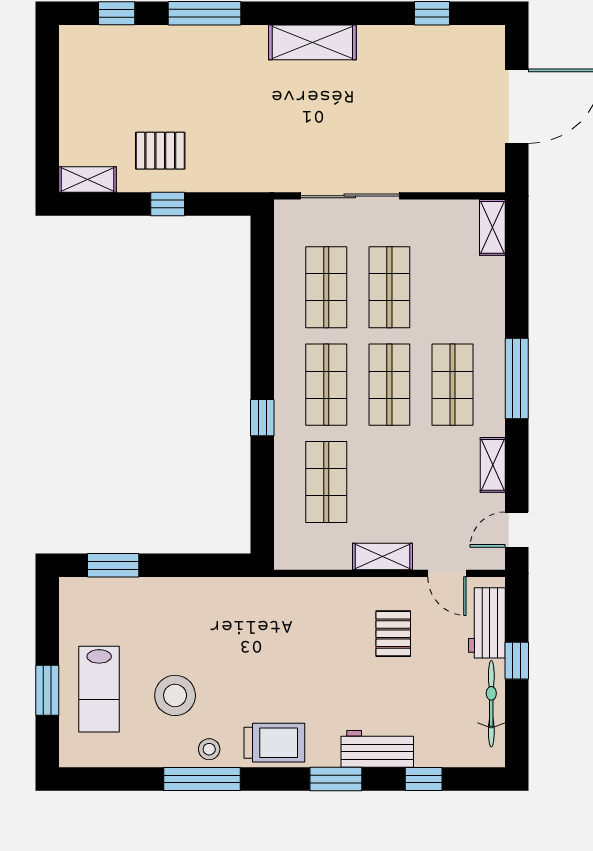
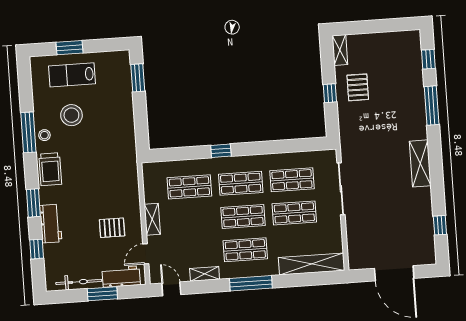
shelving: (492, 227) -> (312, 264), width x2.20, depth x1.33
window: (517, 661) -> (102, 294), width x1.50

